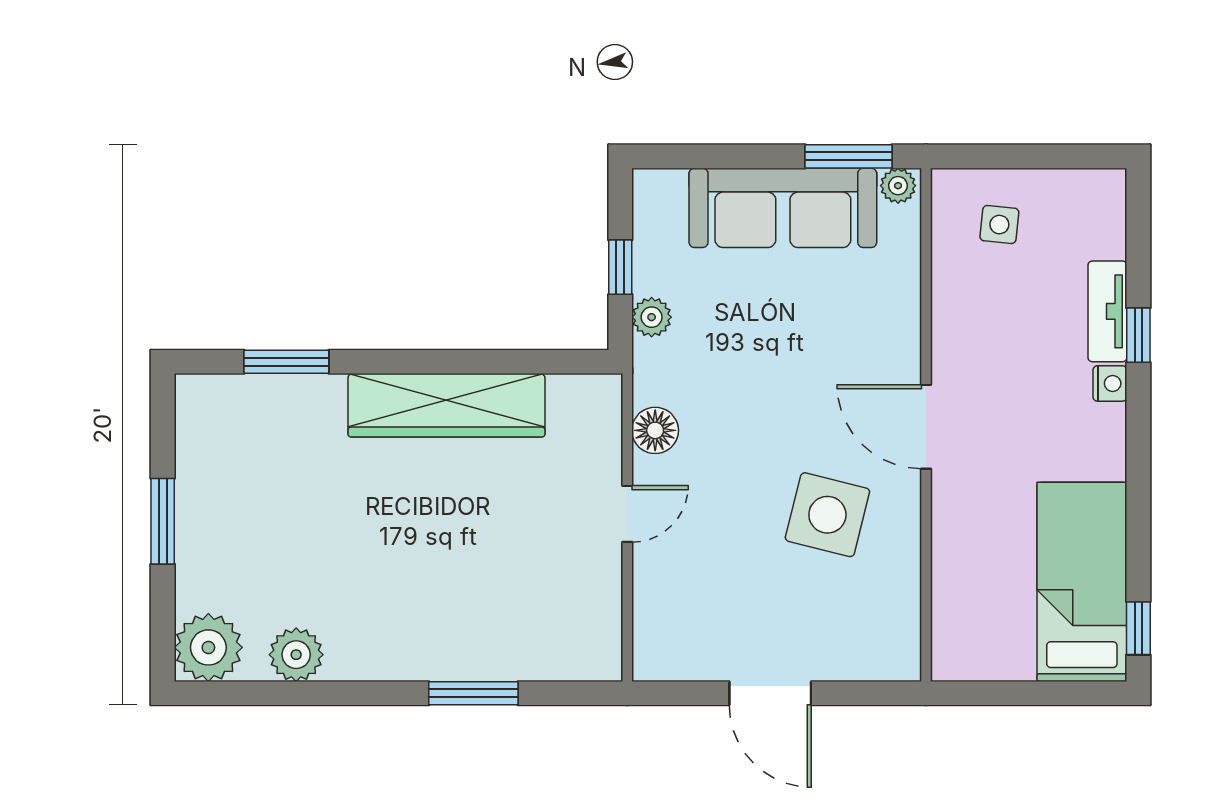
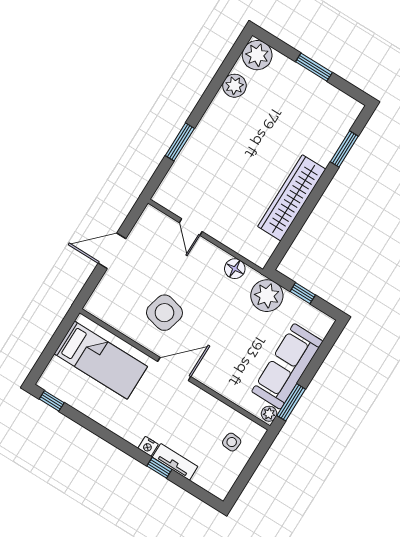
plant: (652, 317) -> (267, 296), width x1.88, depth x1.88
door: (627, 514) -> (191, 227), moved
bed: (1082, 582) -> (101, 360), moved

